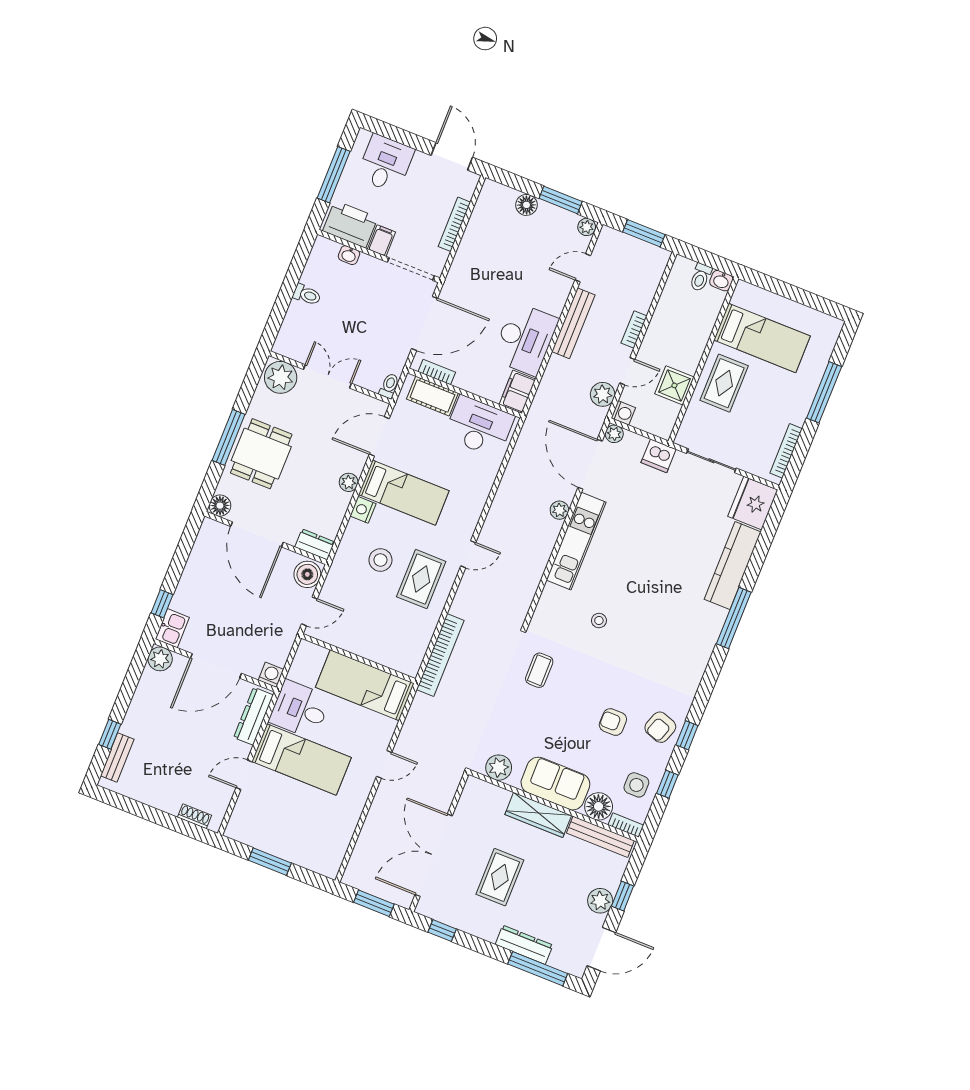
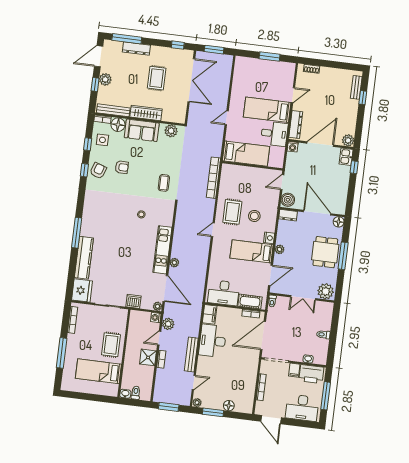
desk: (385, 163) -> (302, 408), width x1.37
shower: (674, 385) -> (148, 357), moved

